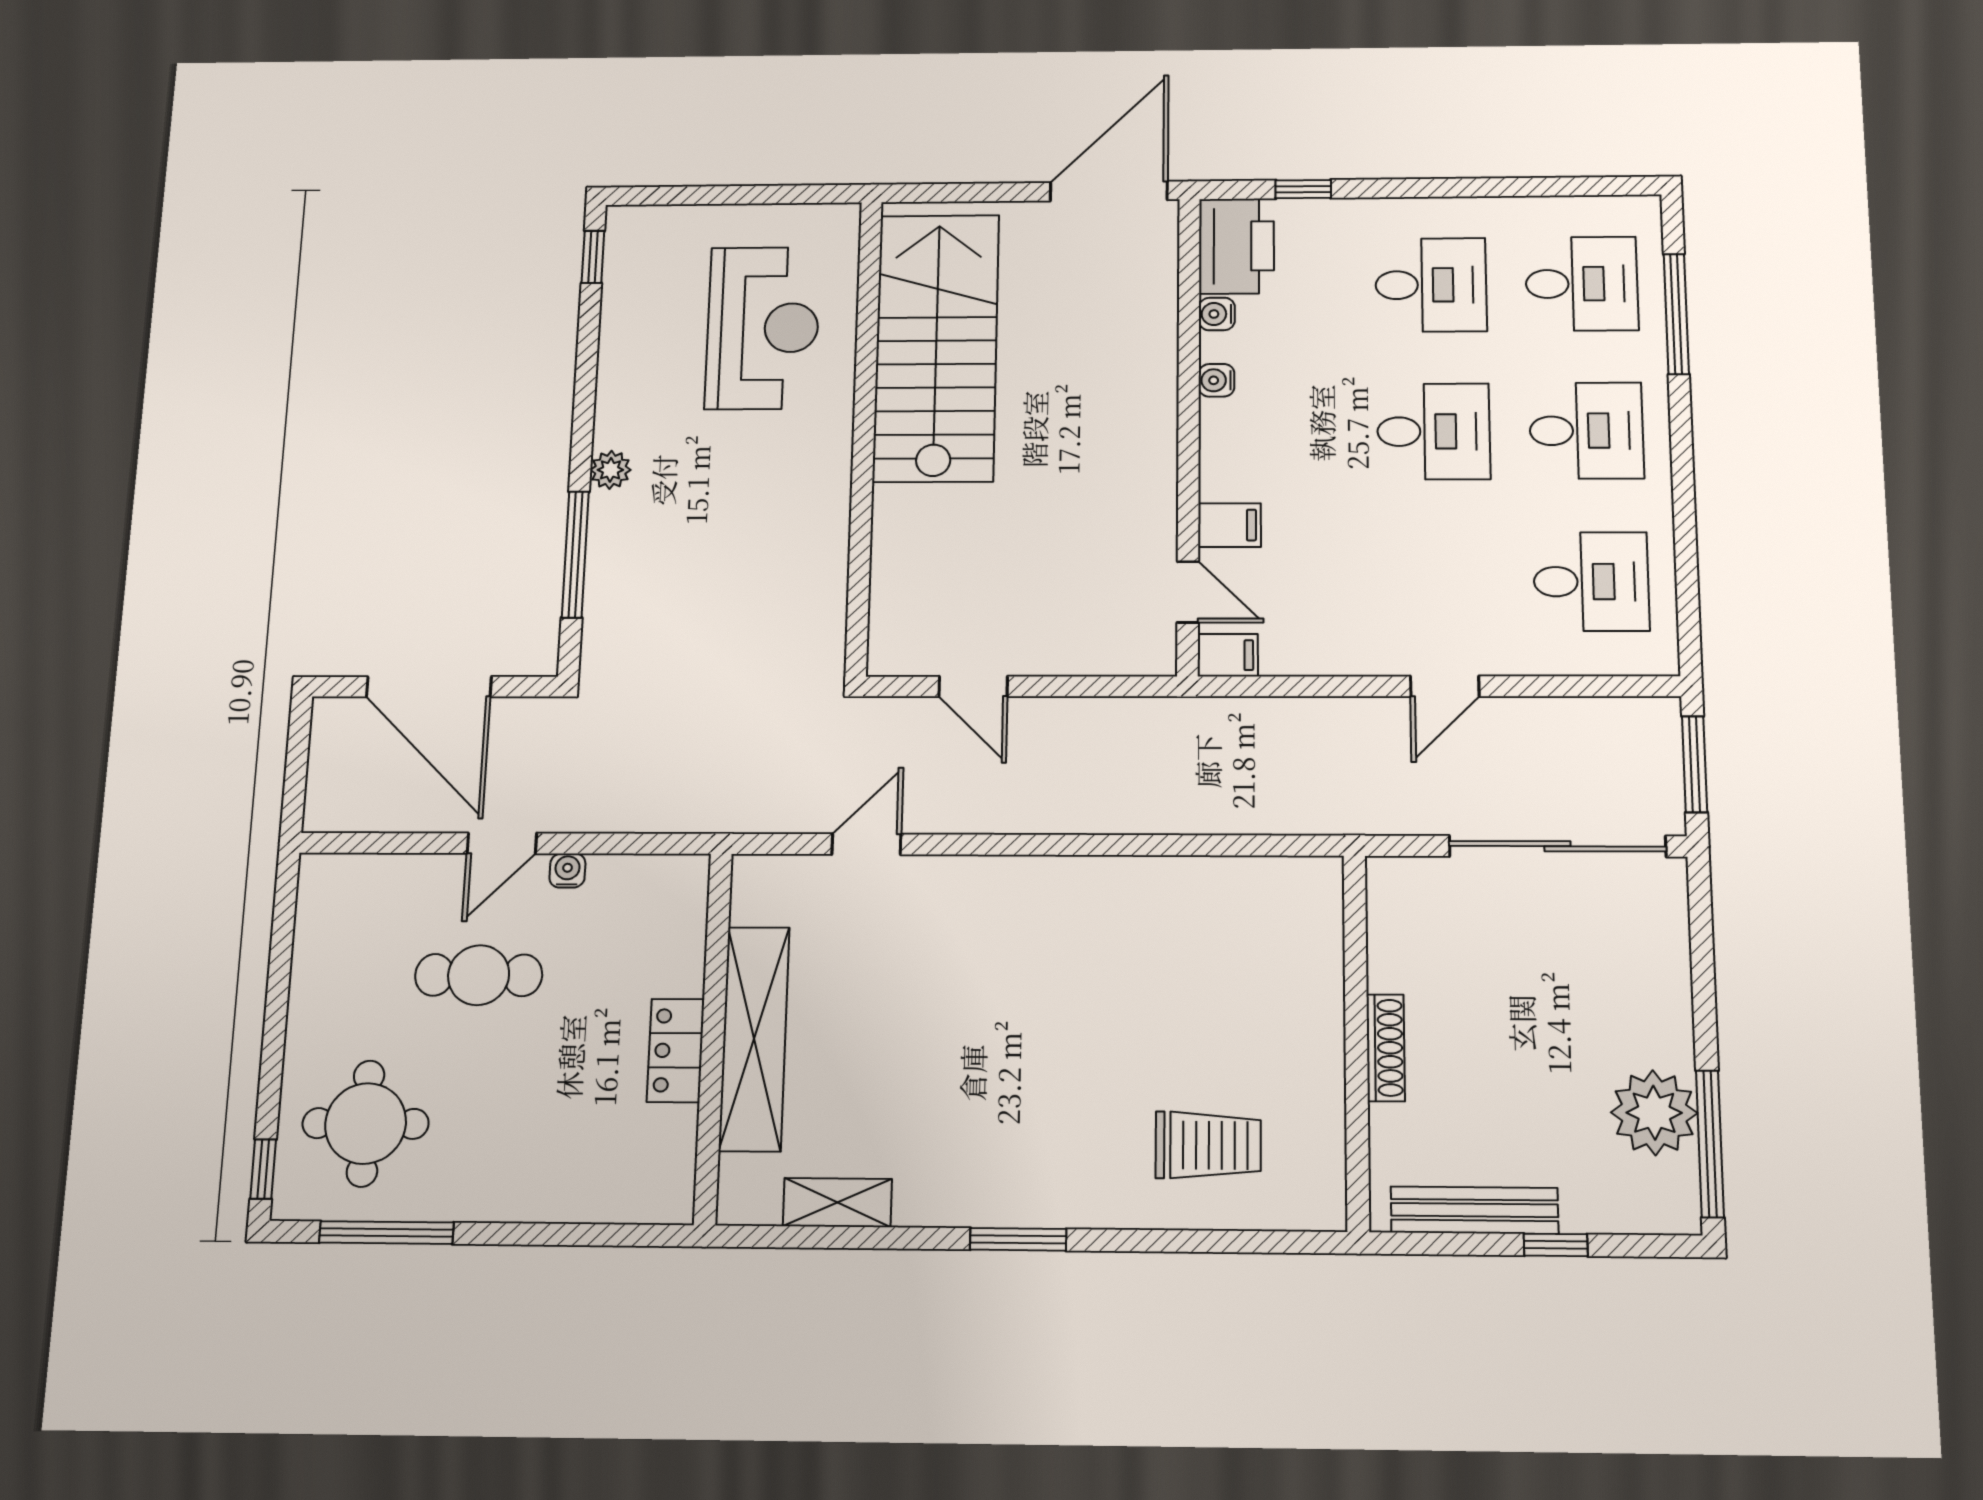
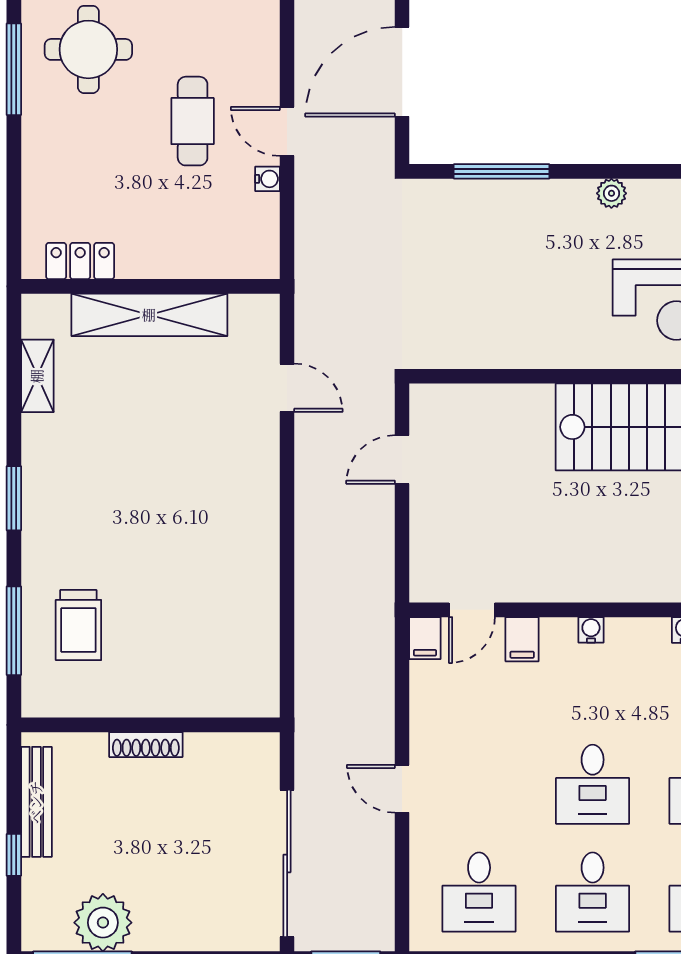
water cooler: (1216, 380) -> (591, 630), moved
plant: (610, 470) -> (611, 193), moved
locker: (676, 1050) -> (80, 261), moved
window: (1216, 1241) -> (14, 631), added

